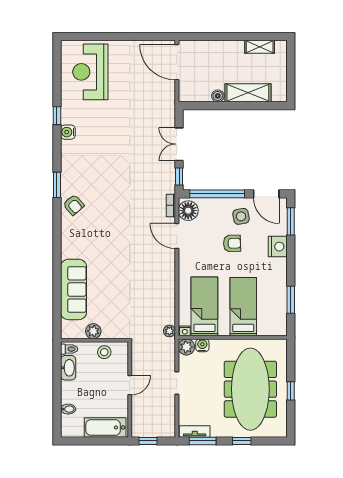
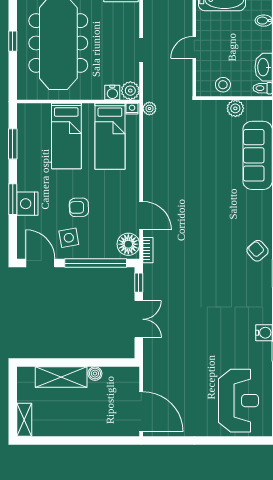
shelving: (260, 47) -> (24, 420), moved, turned 90
window: (291, 221) -> (13, 199), moved

